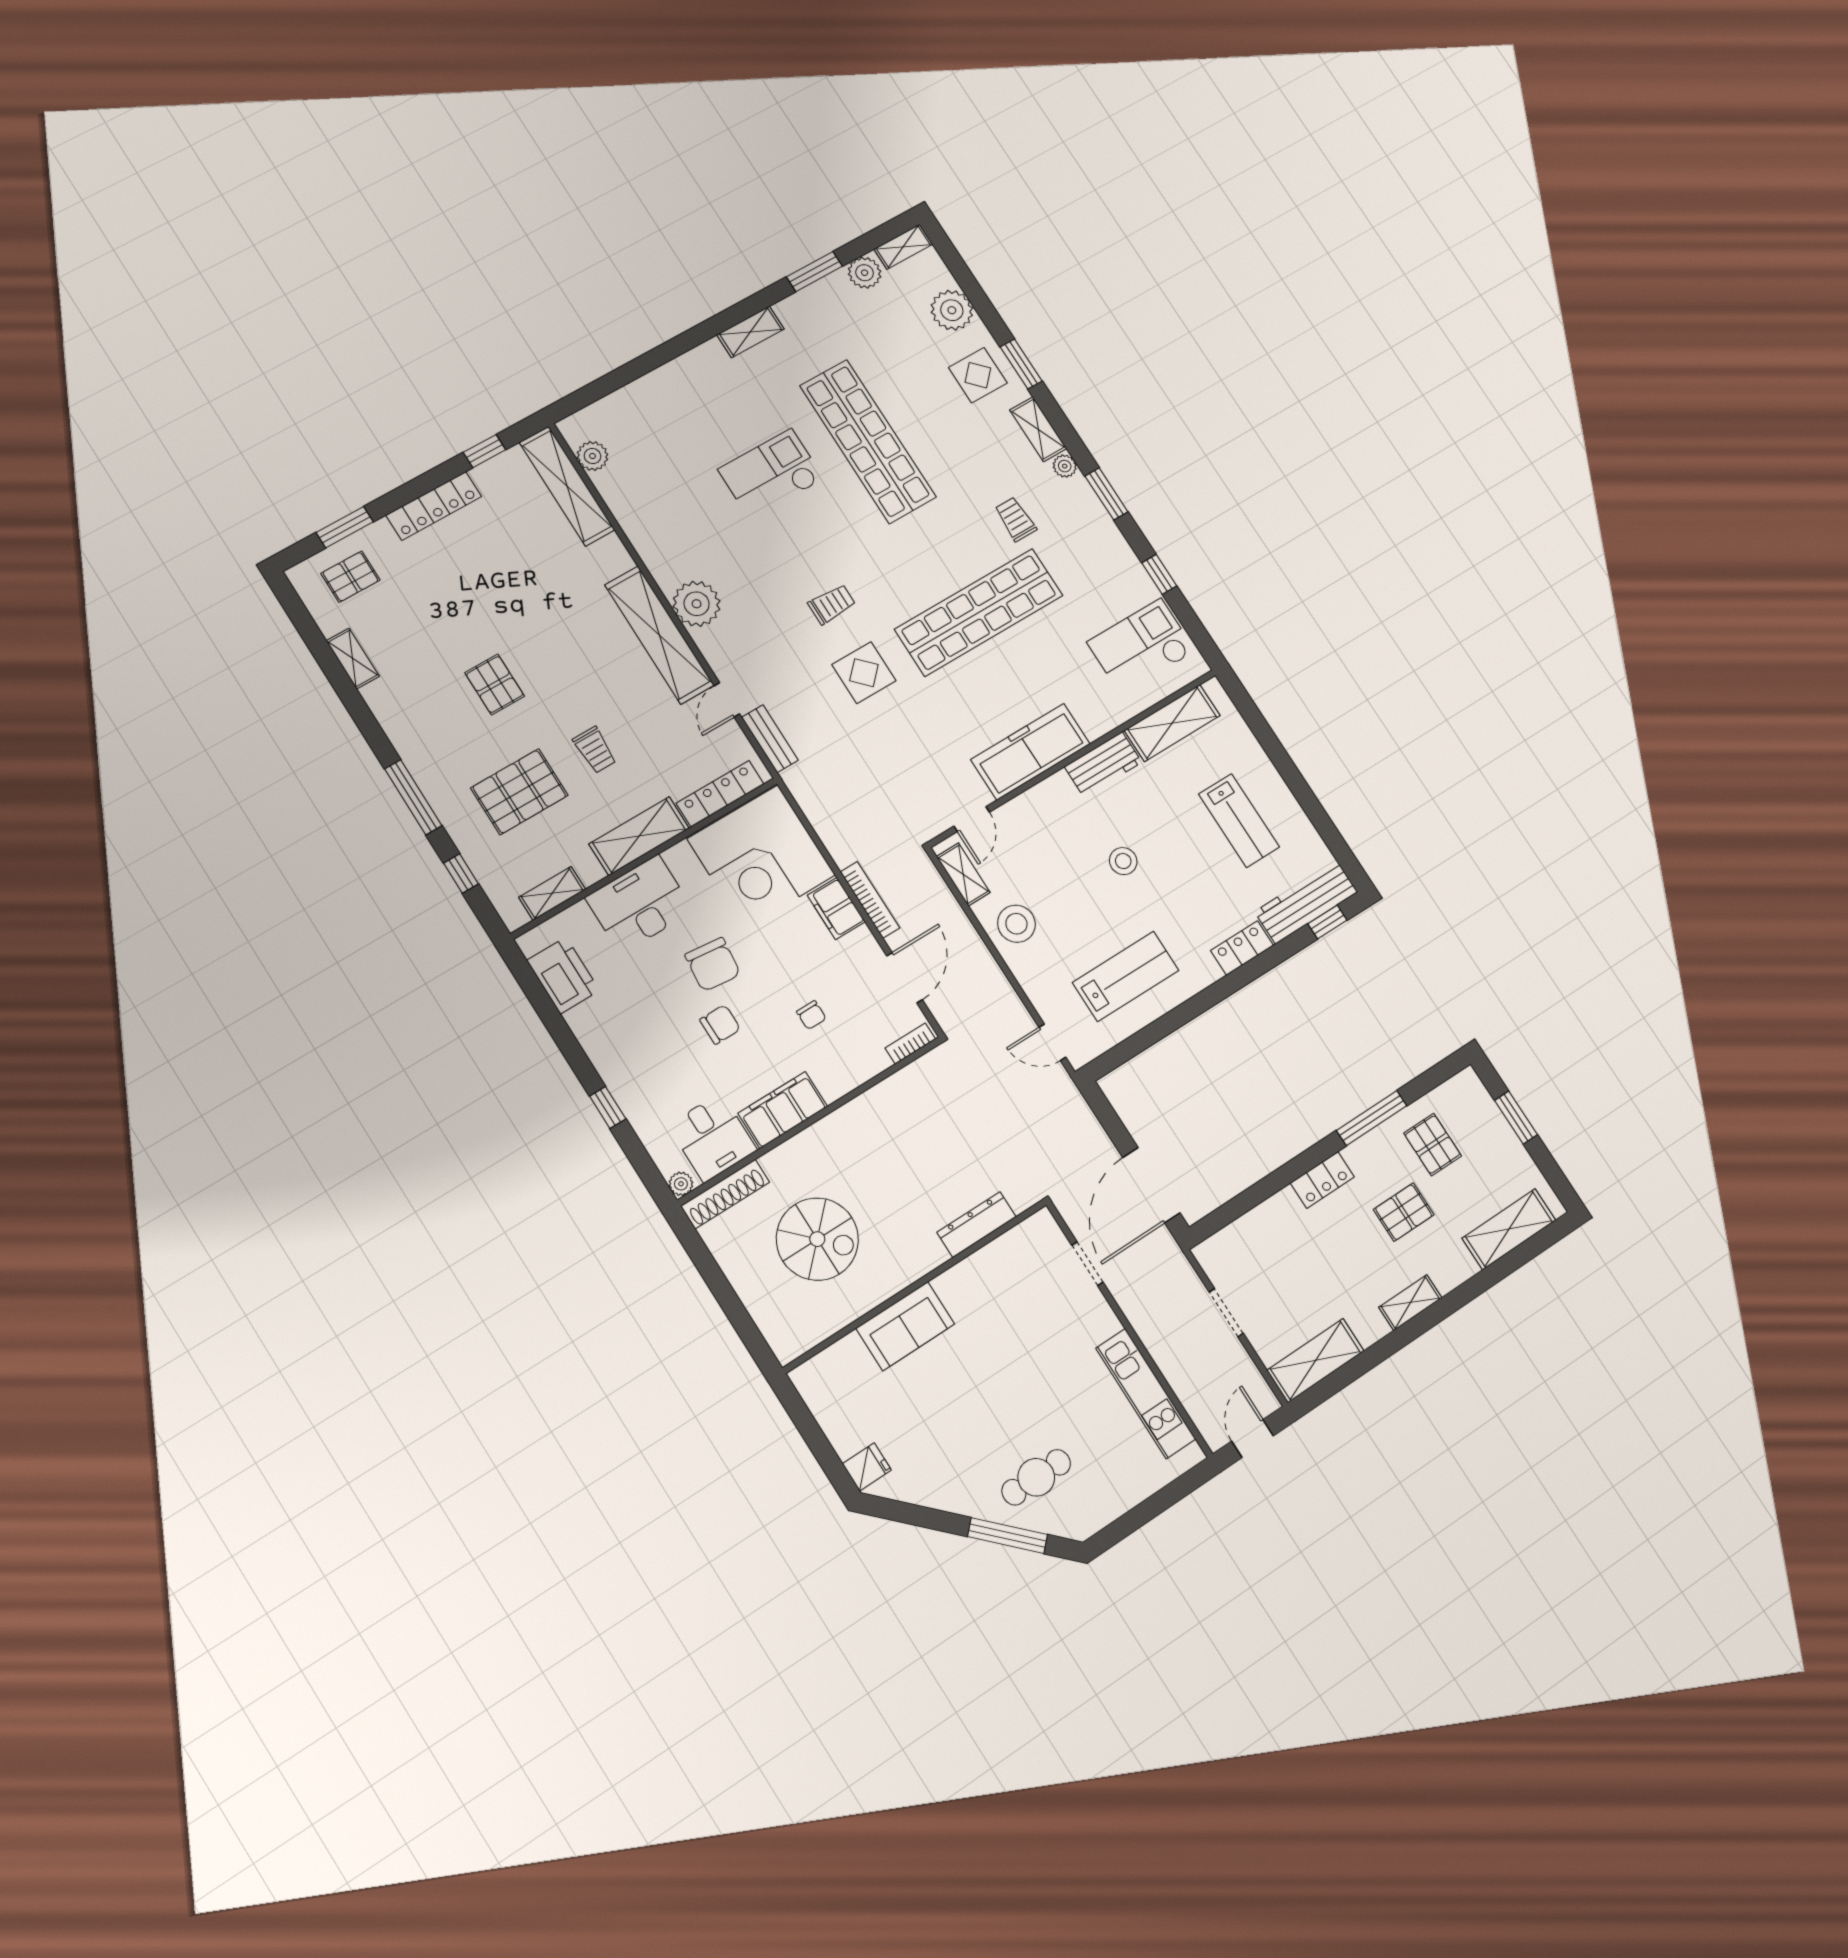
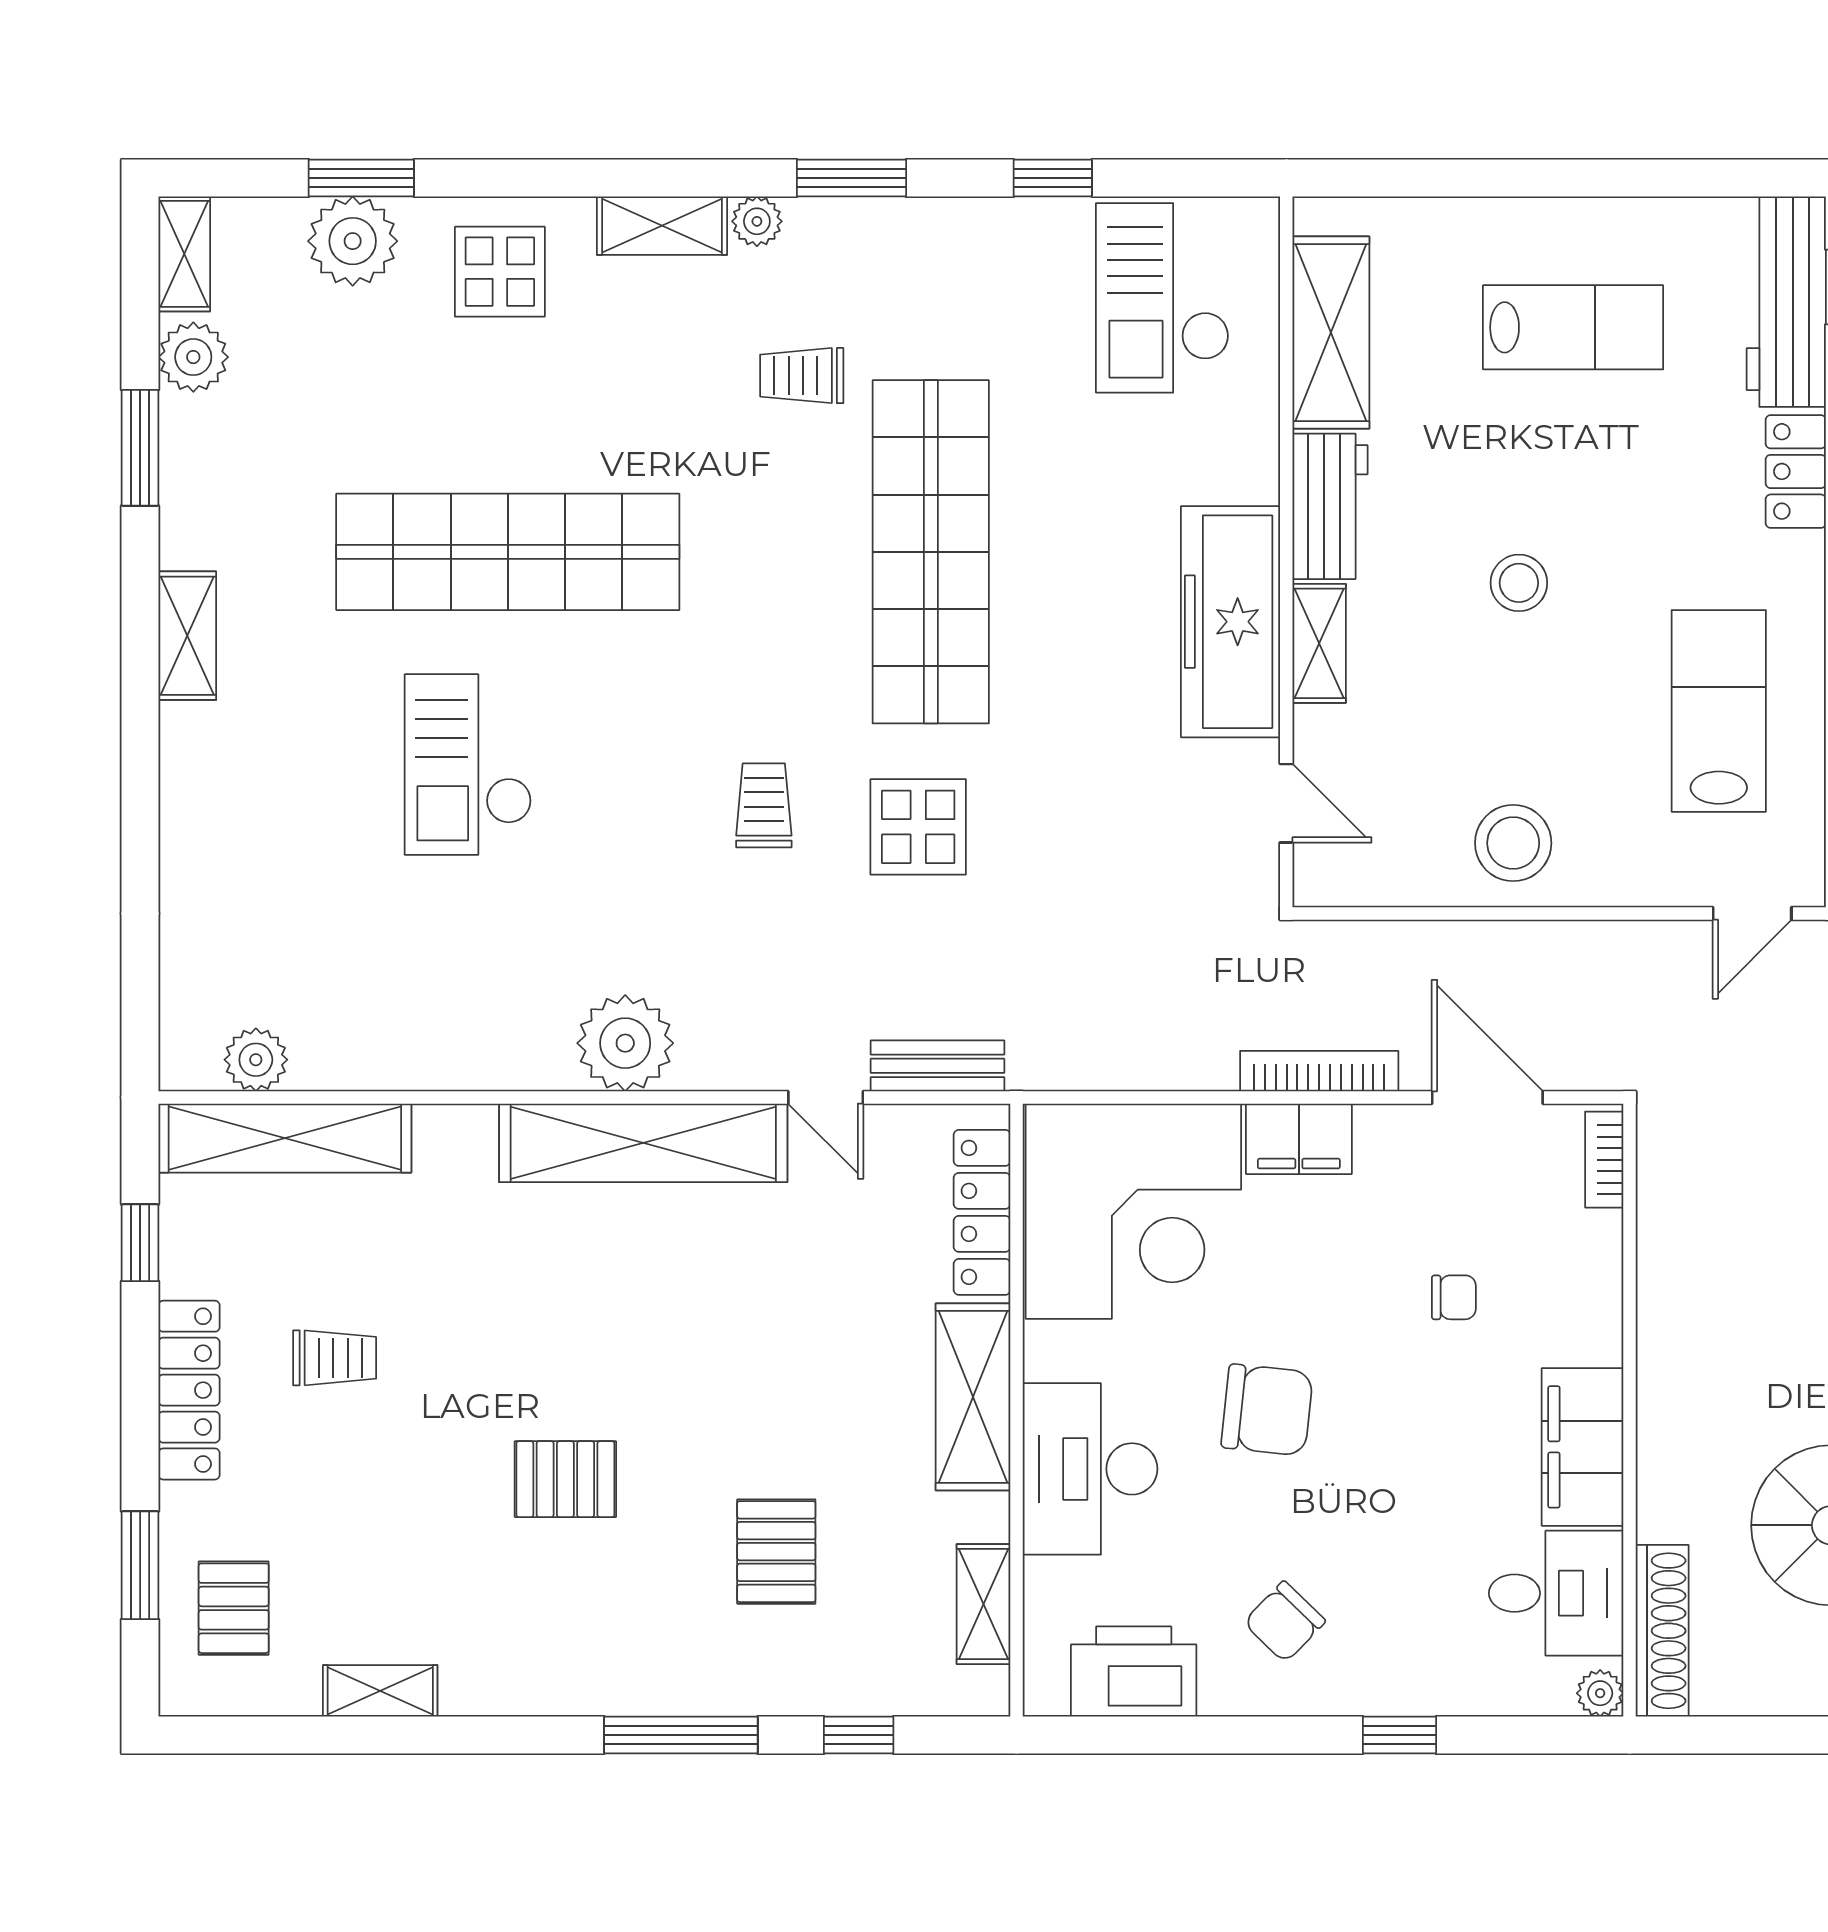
window: (1021, 364) -> (361, 178), moved
trolley: (595, 750) -> (335, 1358), moved
pallet: (519, 792) -> (776, 1552), width x0.67, depth x0.71
shelving: (963, 874) -> (1319, 643), moved, turned 90
chair: (720, 1024) -> (1285, 1622), moved, turned -136

